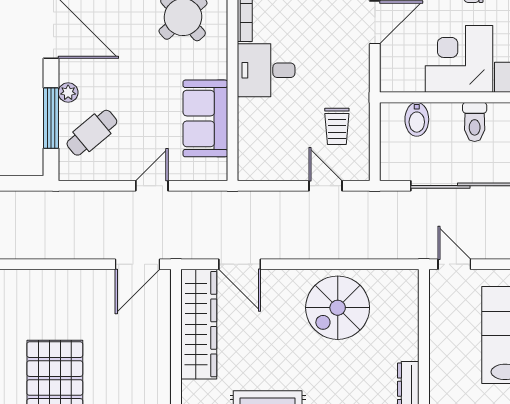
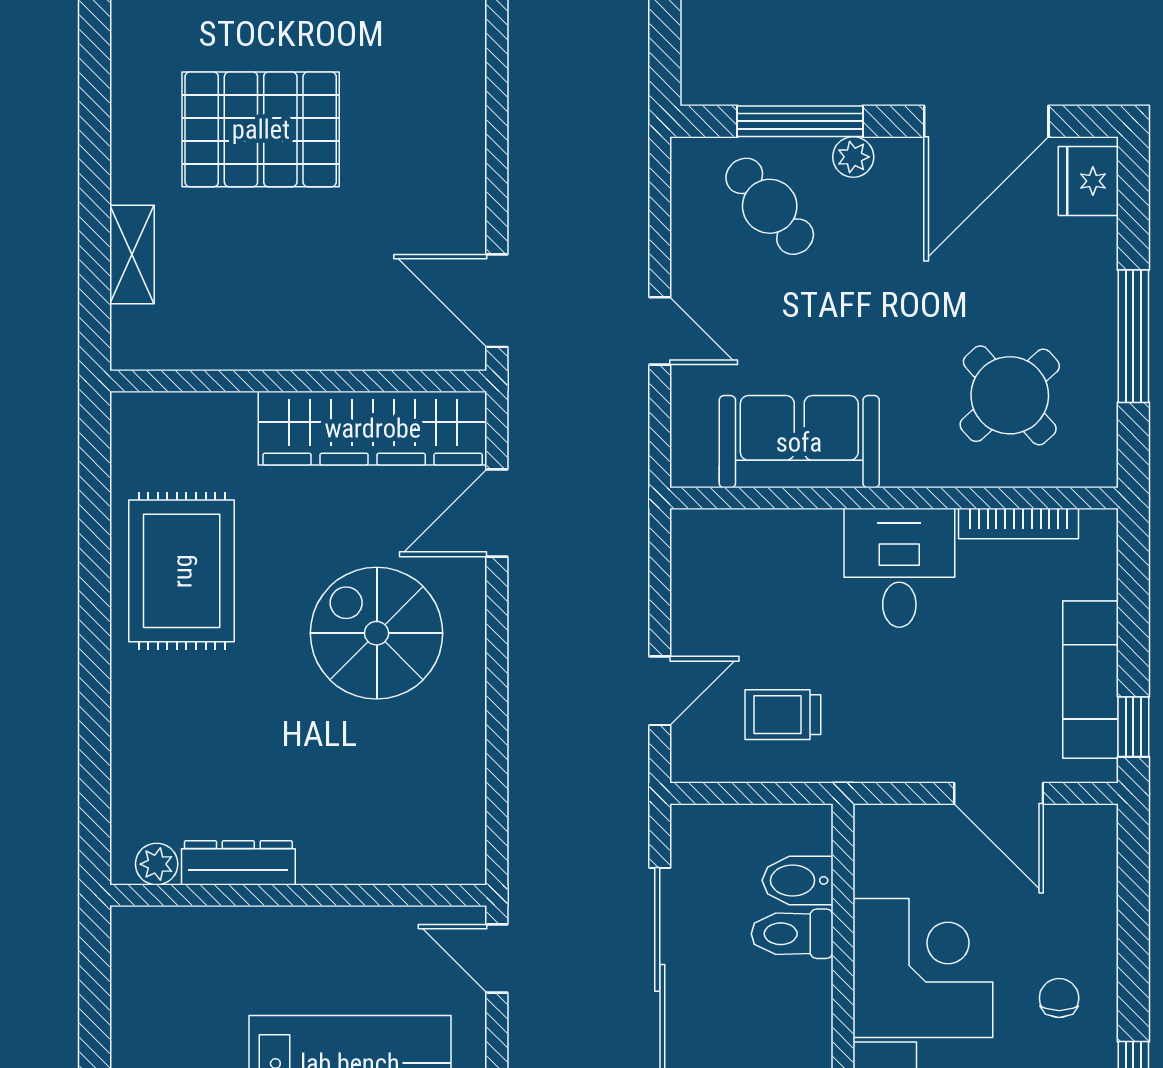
toilet: (475, 122) -> (792, 934), moved
door: (454, 264) -> (497, 959), swing flipped
spiral stairs: (338, 308) -> (377, 633), moved

